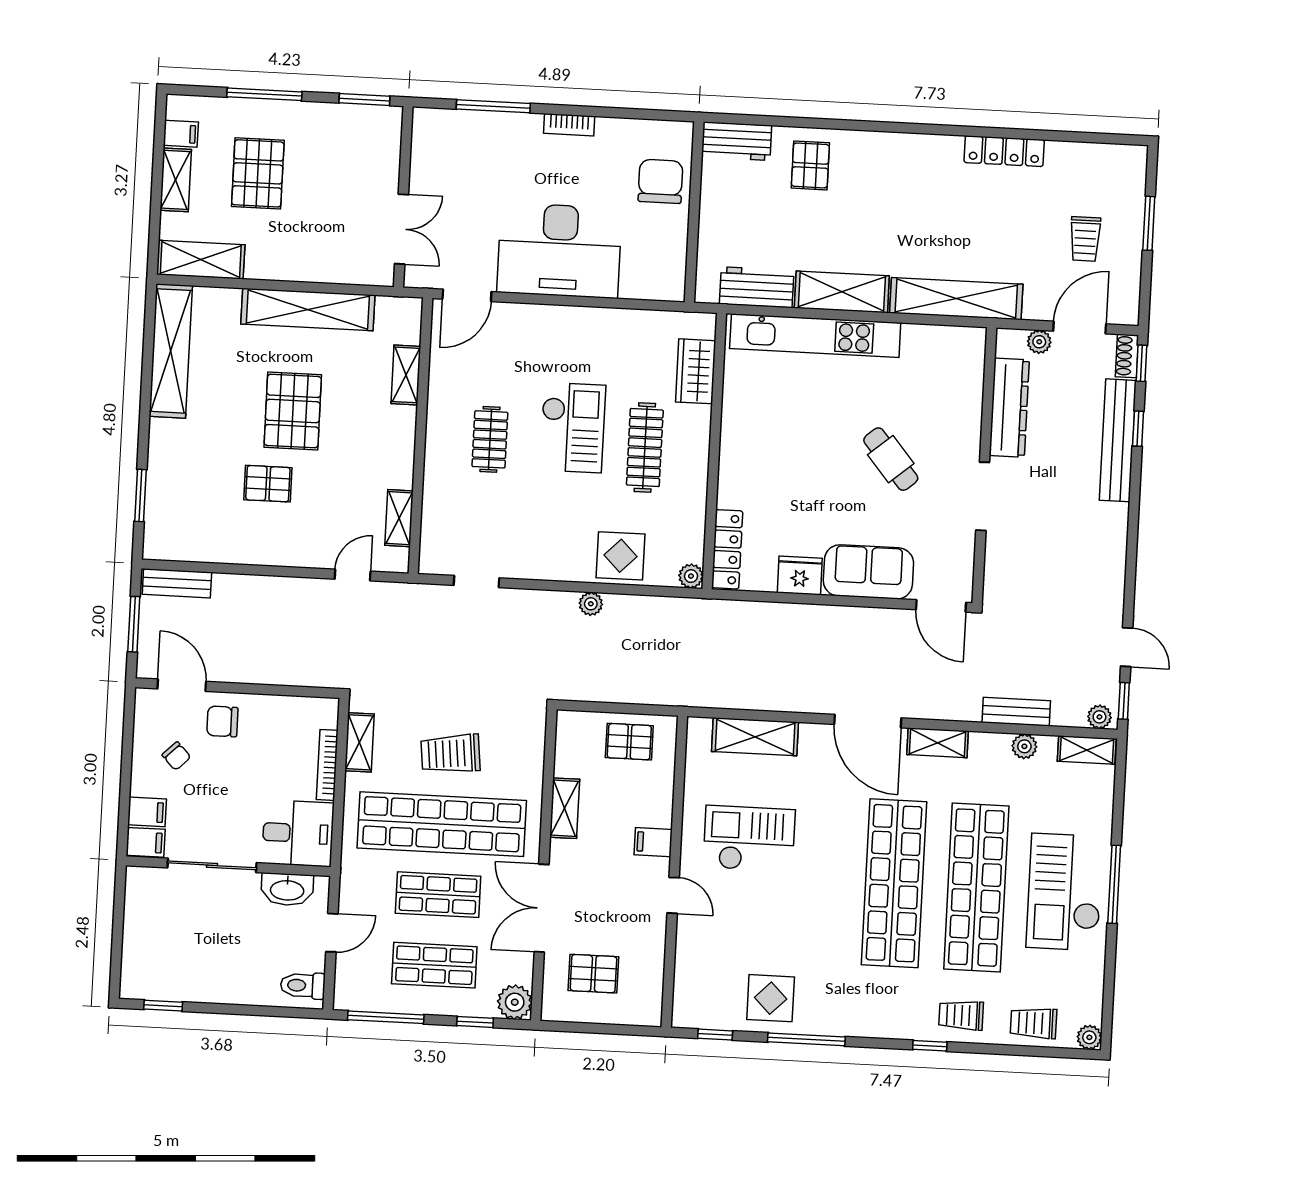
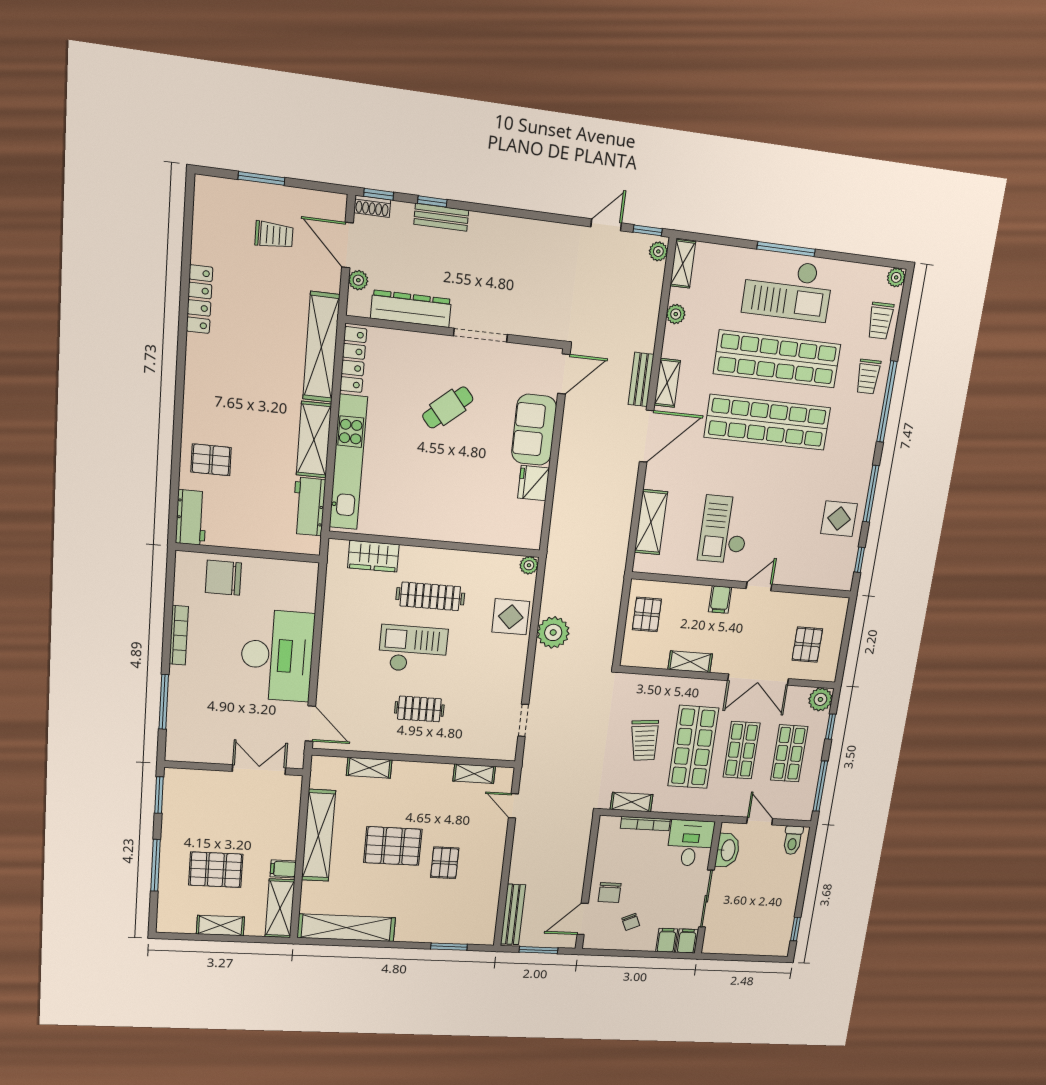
bookcase: (569, 125) -> (179, 635), width x1.56
filing cabinet: (181, 134) -> (283, 869), moved, turned -90
bench: (1118, 440) -> (441, 217), width x0.54, depth x0.82
locker: (727, 549) -> (353, 360), moved, turned 90
bench: (177, 583) -> (513, 914), width x1.36
plant: (591, 604) -> (553, 632), width x1.88, depth x1.88
bench: (1016, 712) -> (641, 379), moved
chair: (176, 756) -> (631, 922), turned 110
shop shelf: (442, 824) -> (693, 747), width x0.71
window: (930, 1046) -> (887, 402), width x3.17

